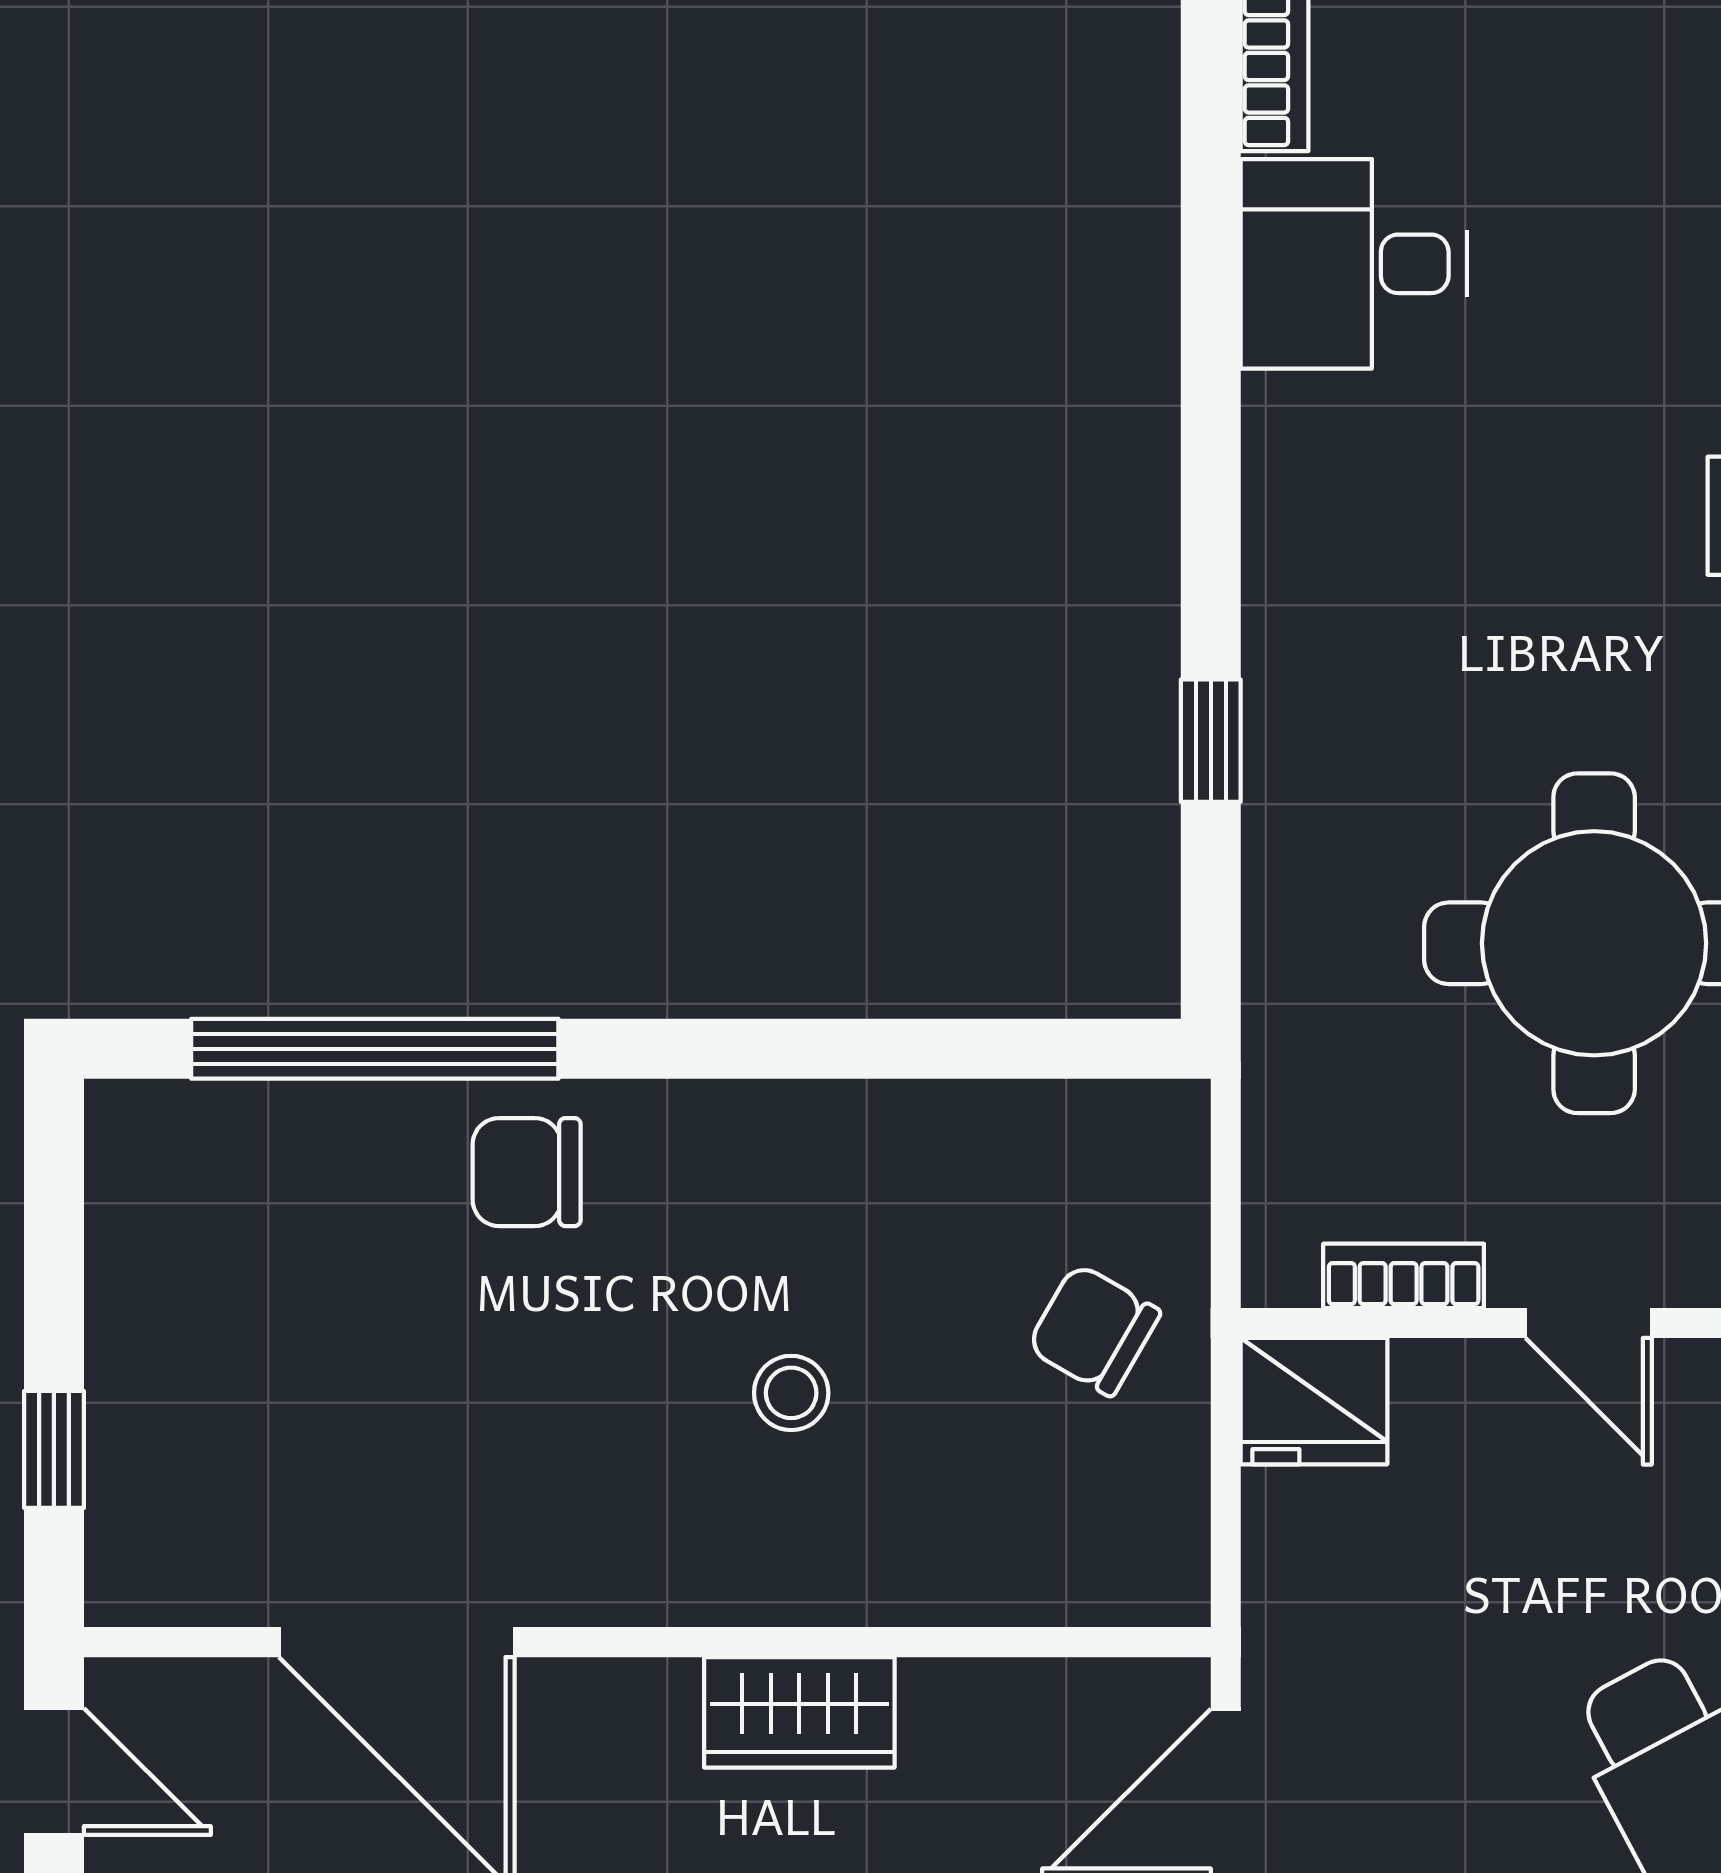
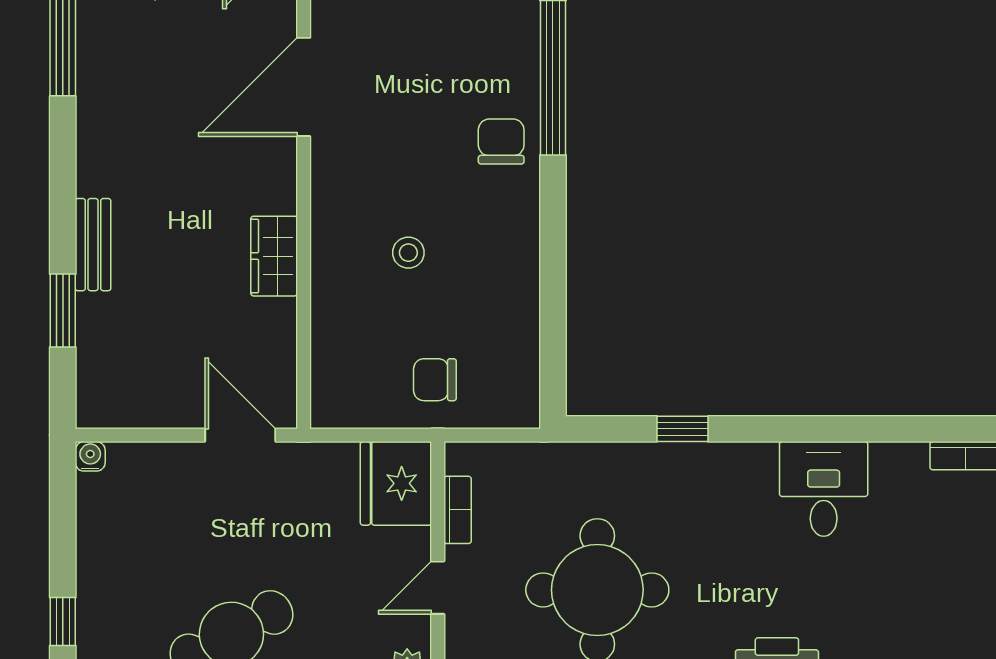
desk: (1354, 264) -> (824, 489), moved
chair: (1094, 1330) -> (435, 380), turned -120
fridge: (1314, 1401) -> (396, 483), width x1.36, depth x1.34

